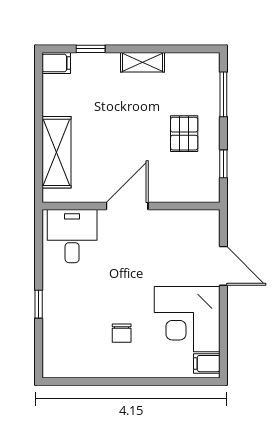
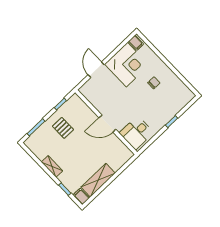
pallet: (184, 134) -> (63, 128), turned 90
shelving: (56, 152) -> (98, 180), moved

